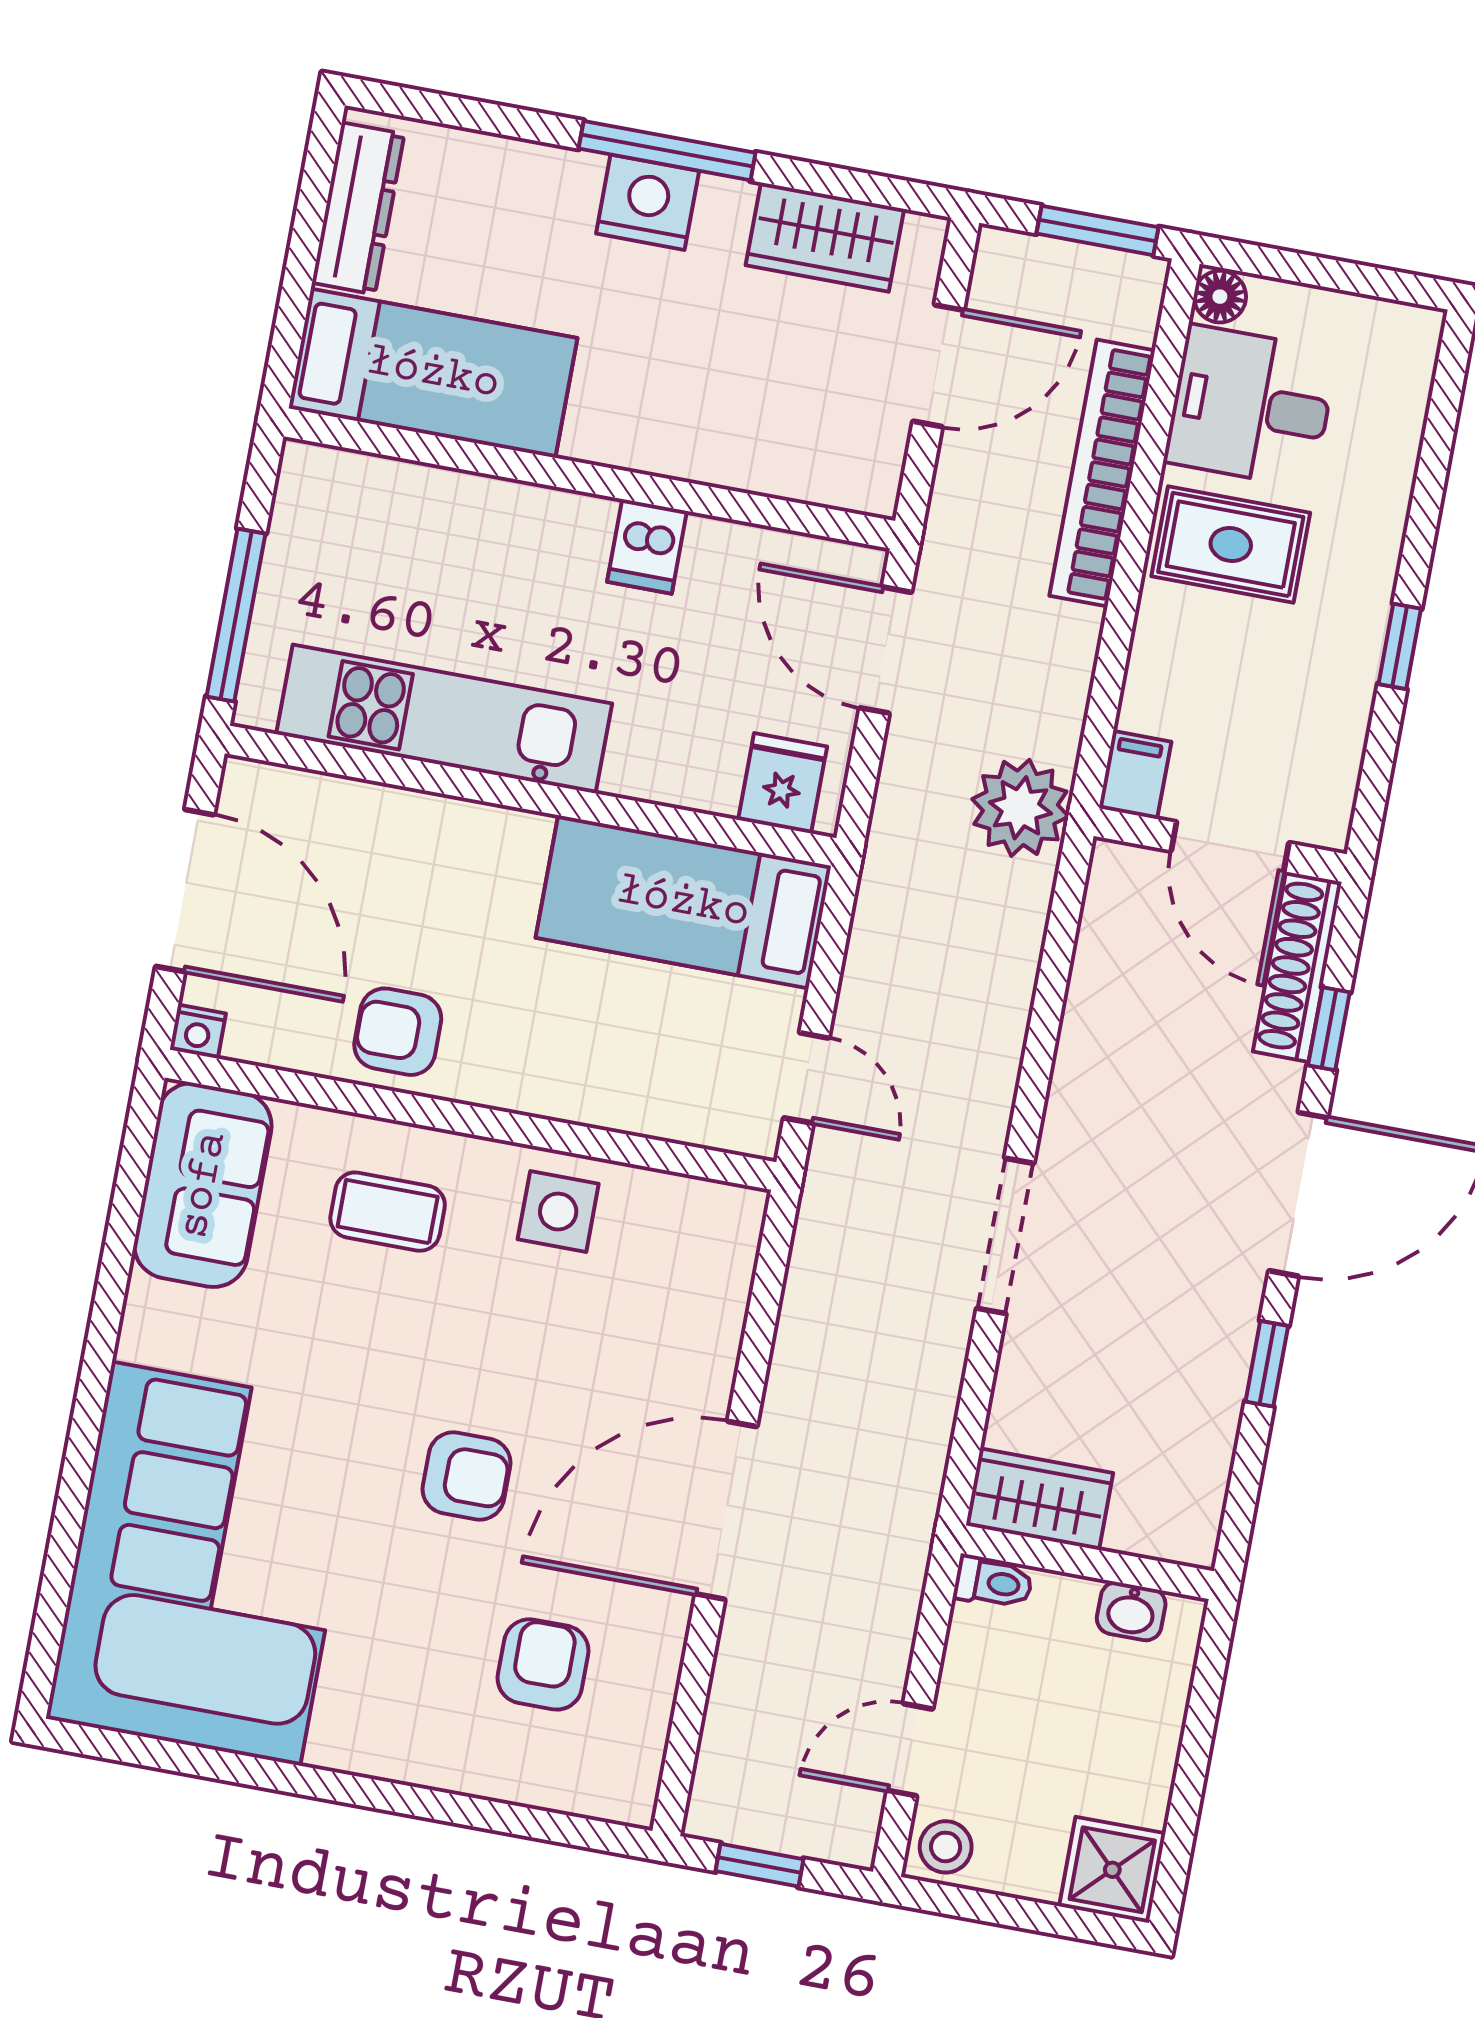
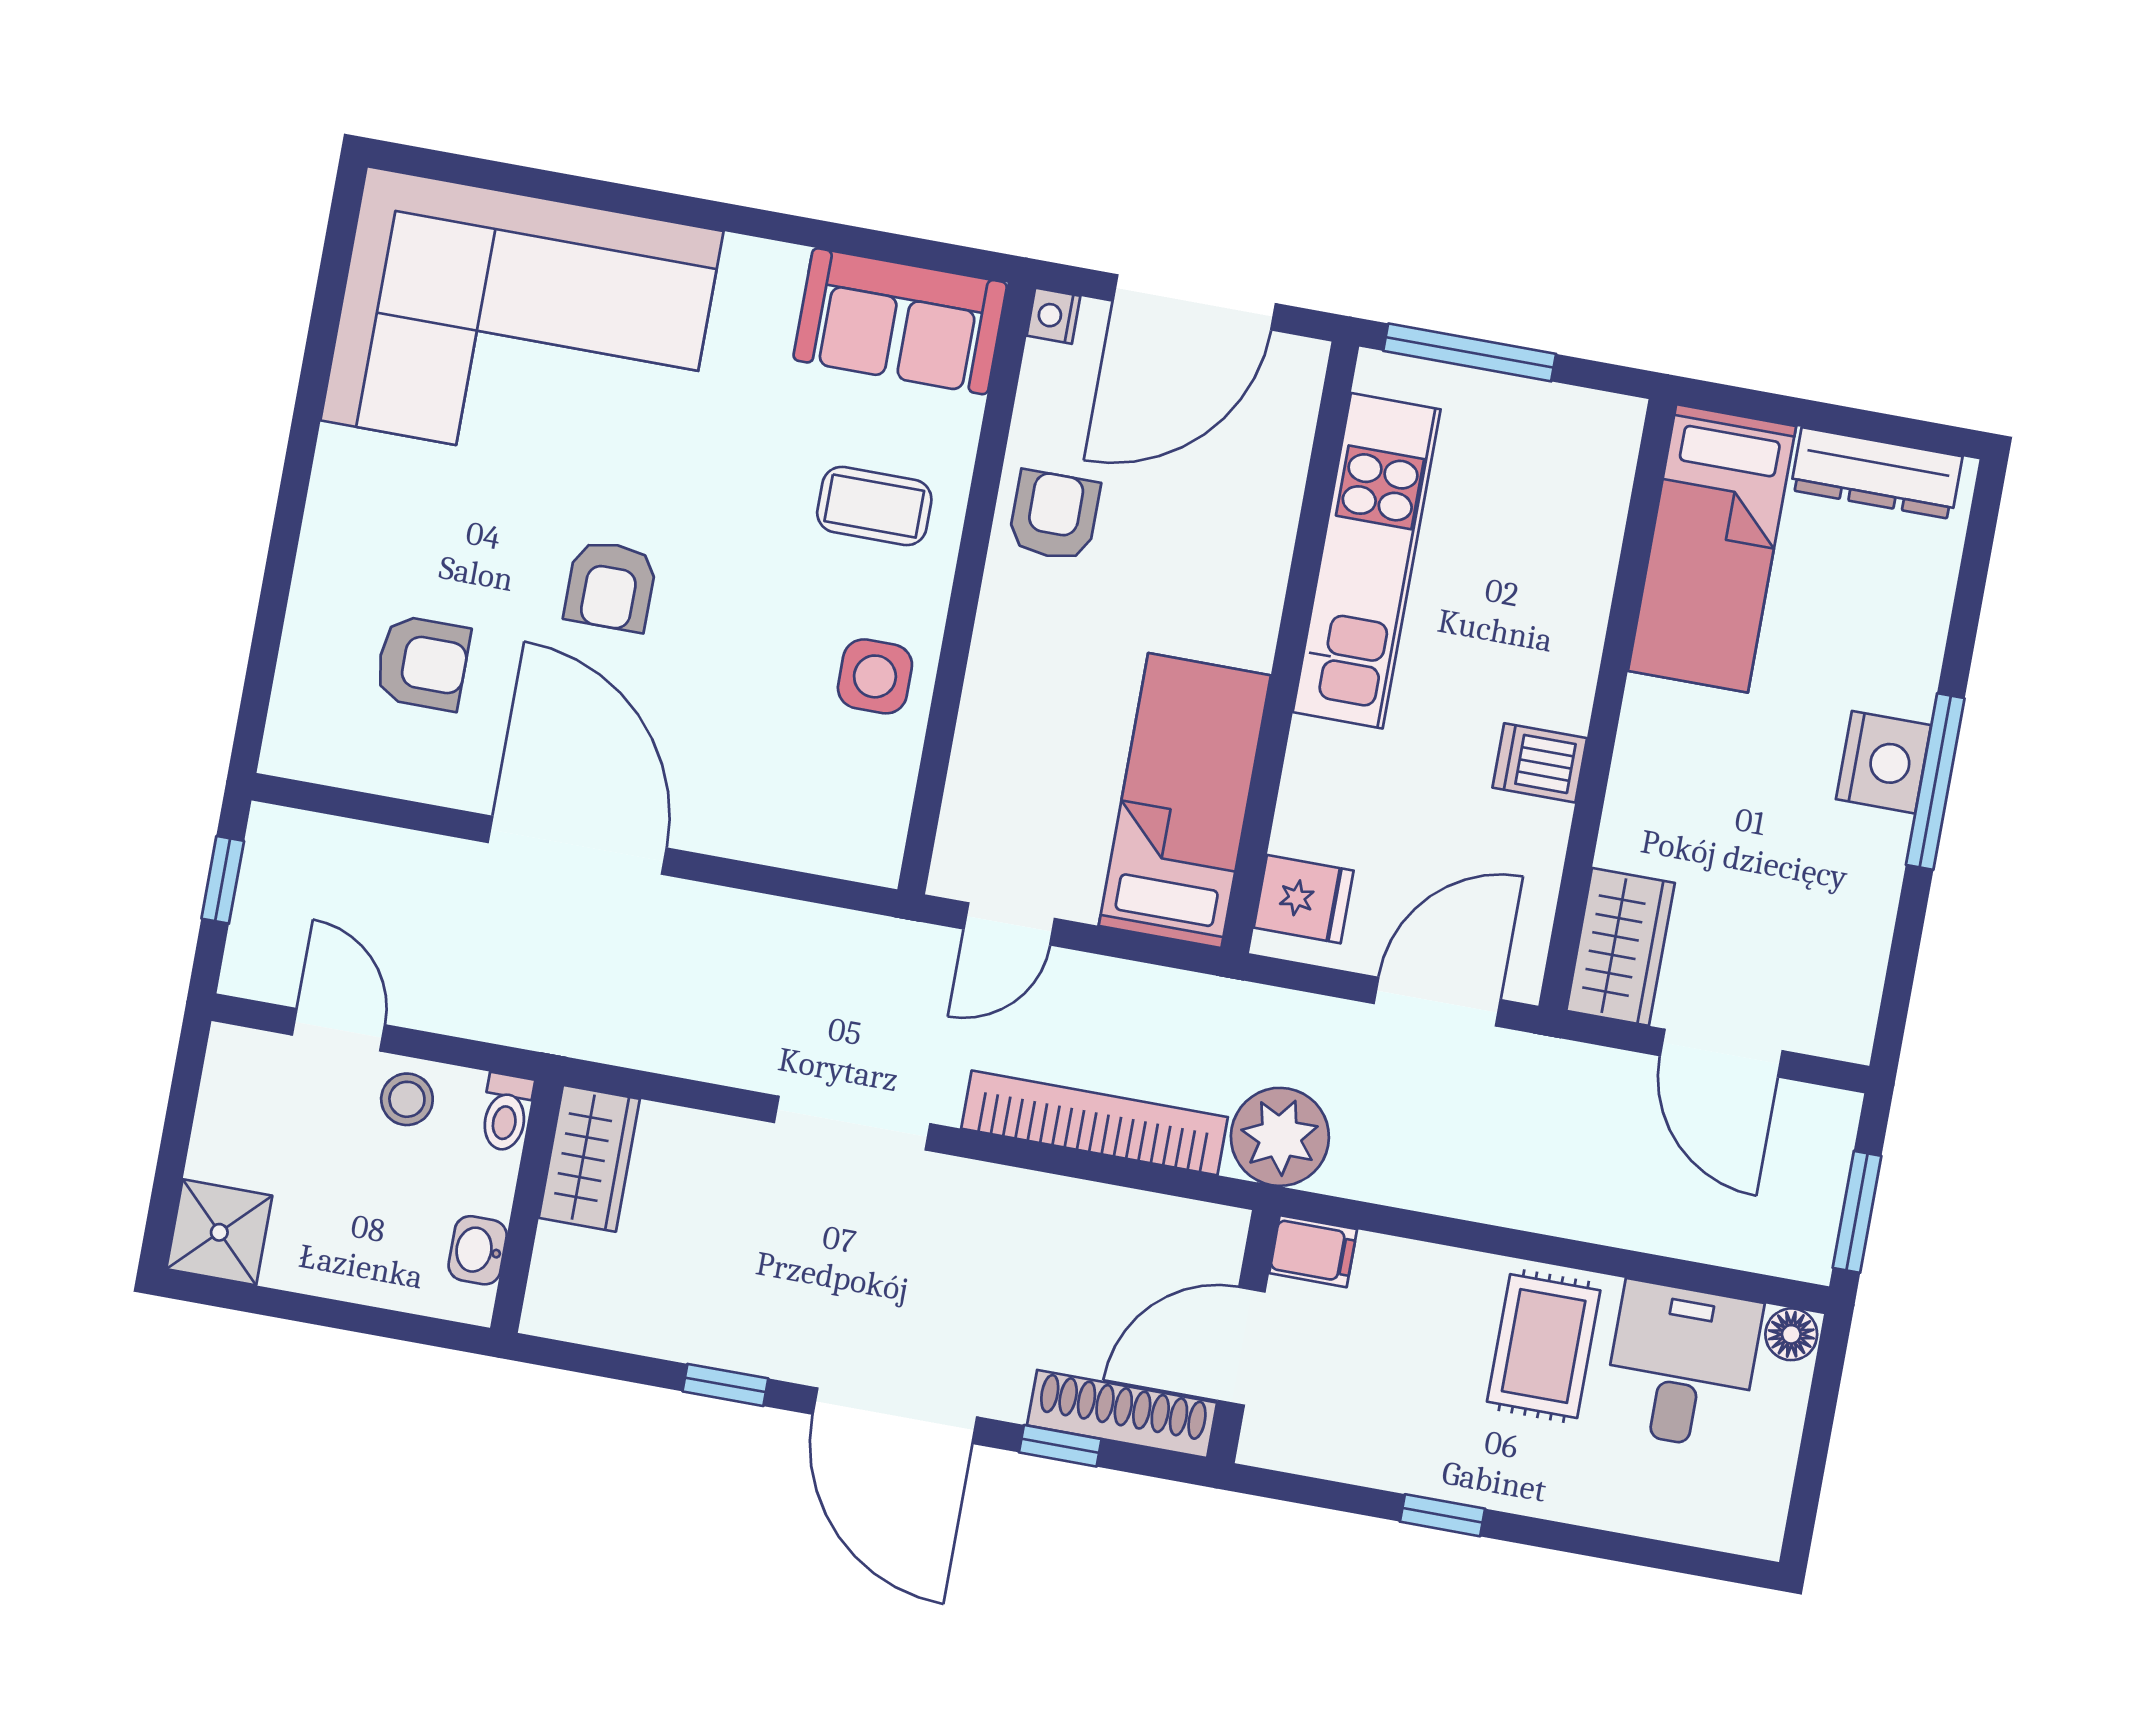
wardrobe: (825, 237) -> (1620, 947), moved, turned 180
bookcase: (1102, 473) -> (1095, 1123), moved
coffee table: (388, 1212) -> (874, 506), turned 90
stool: (946, 1847) -> (407, 1099), moved

